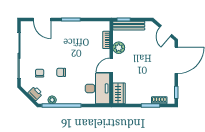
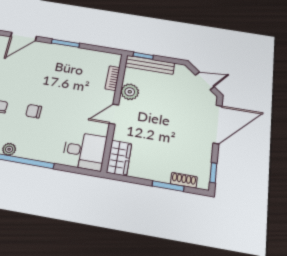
door: (42, 20) -> (24, 37), hinge flipped
door: (166, 31) -> (205, 81), swing flipped
desk: (97, 88) -> (84, 151), width x0.73

